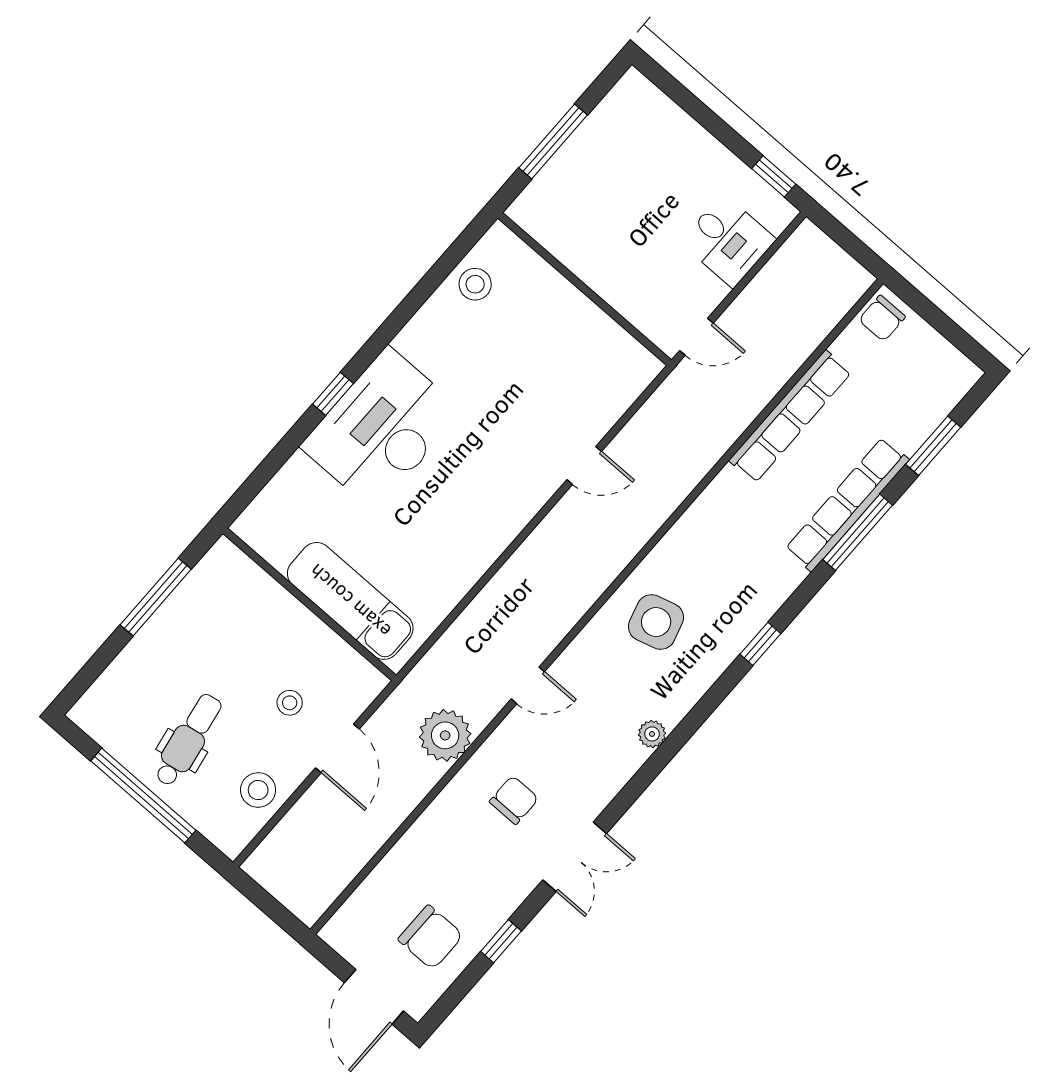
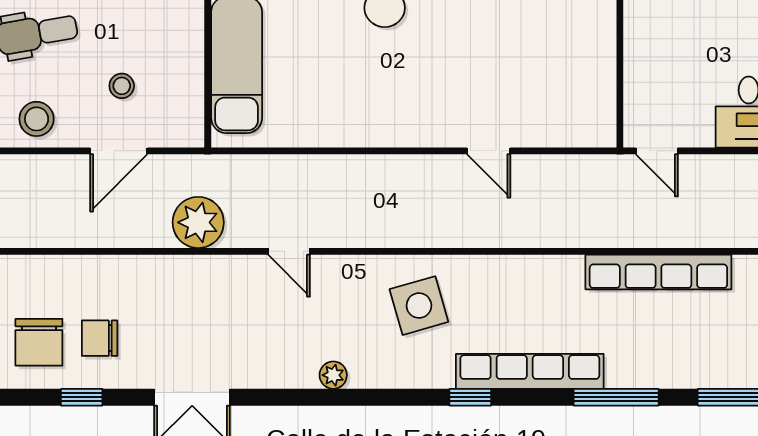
row of seats: (847, 504) -> (530, 371), moved
chair: (514, 800) -> (100, 338), moved, turned 180

